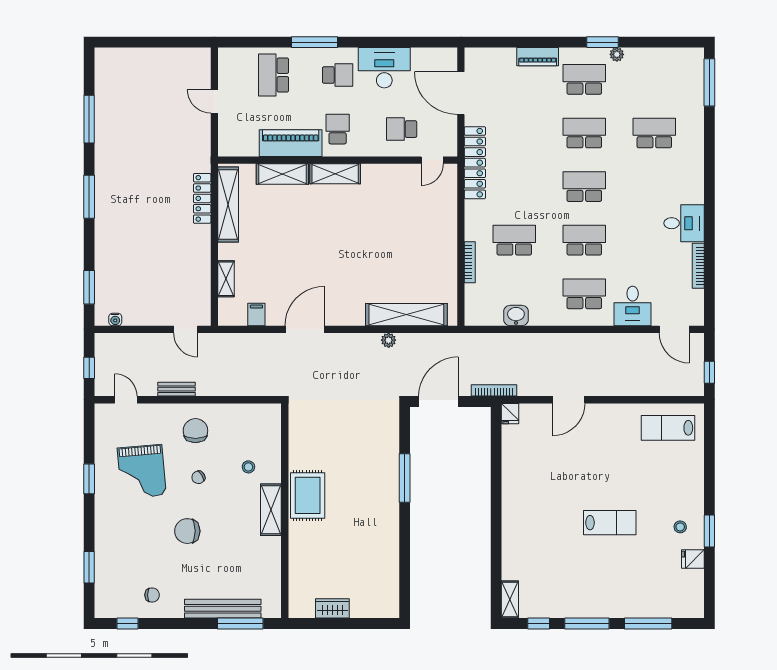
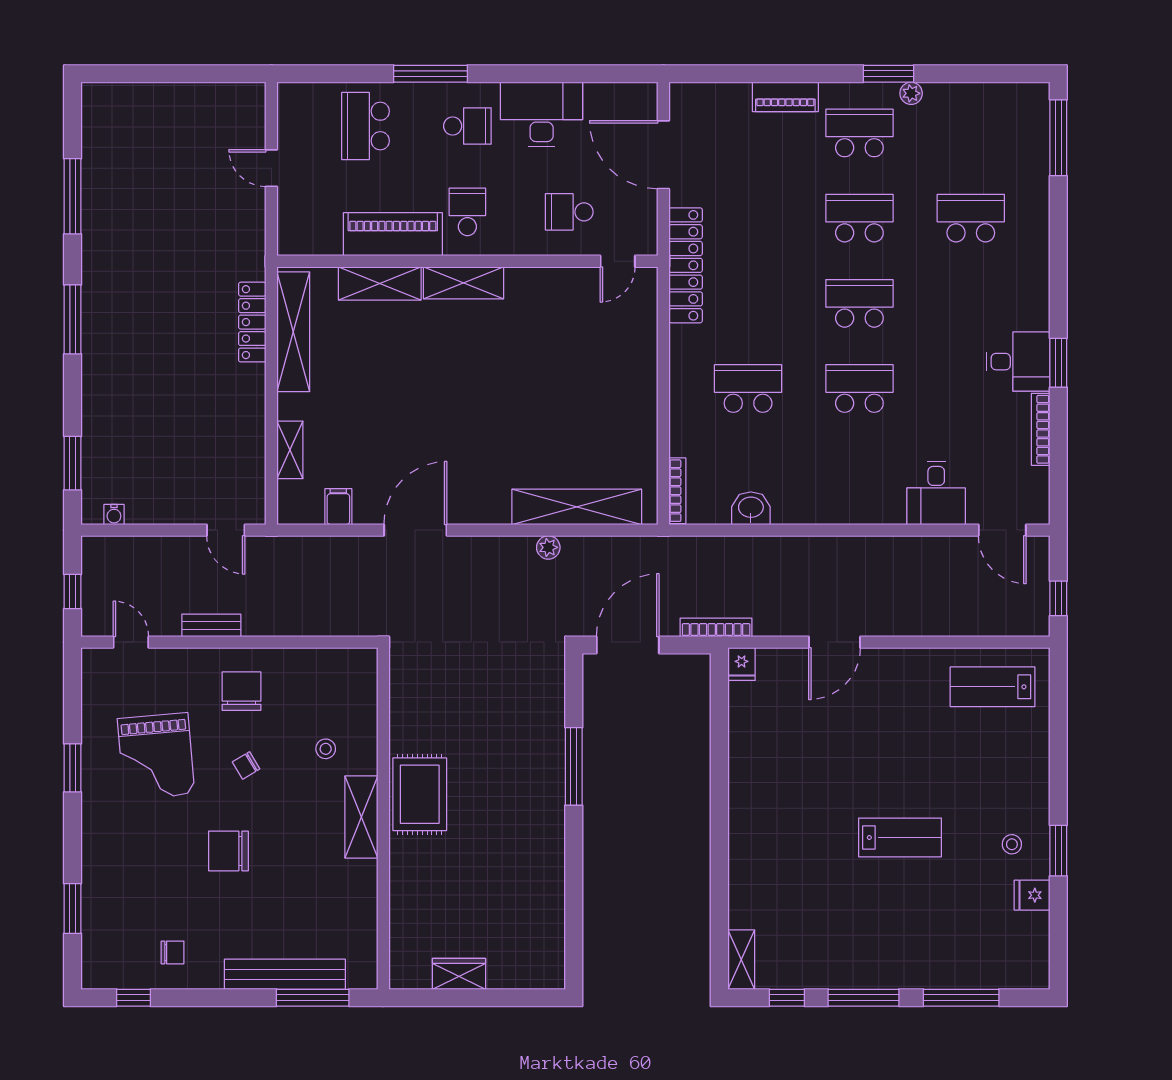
window: (709, 224) -> (1058, 363), added
bookcase: (470, 262) -> (677, 491), moved
school desk: (584, 294) -> (859, 474), removed

